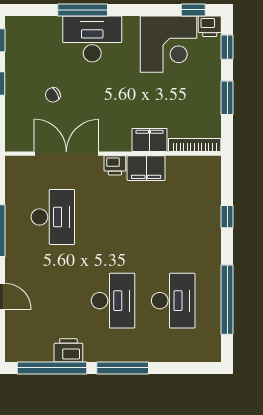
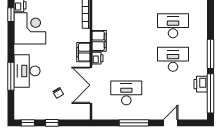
filing cabinet: (149, 140) -> (83, 52), moved

